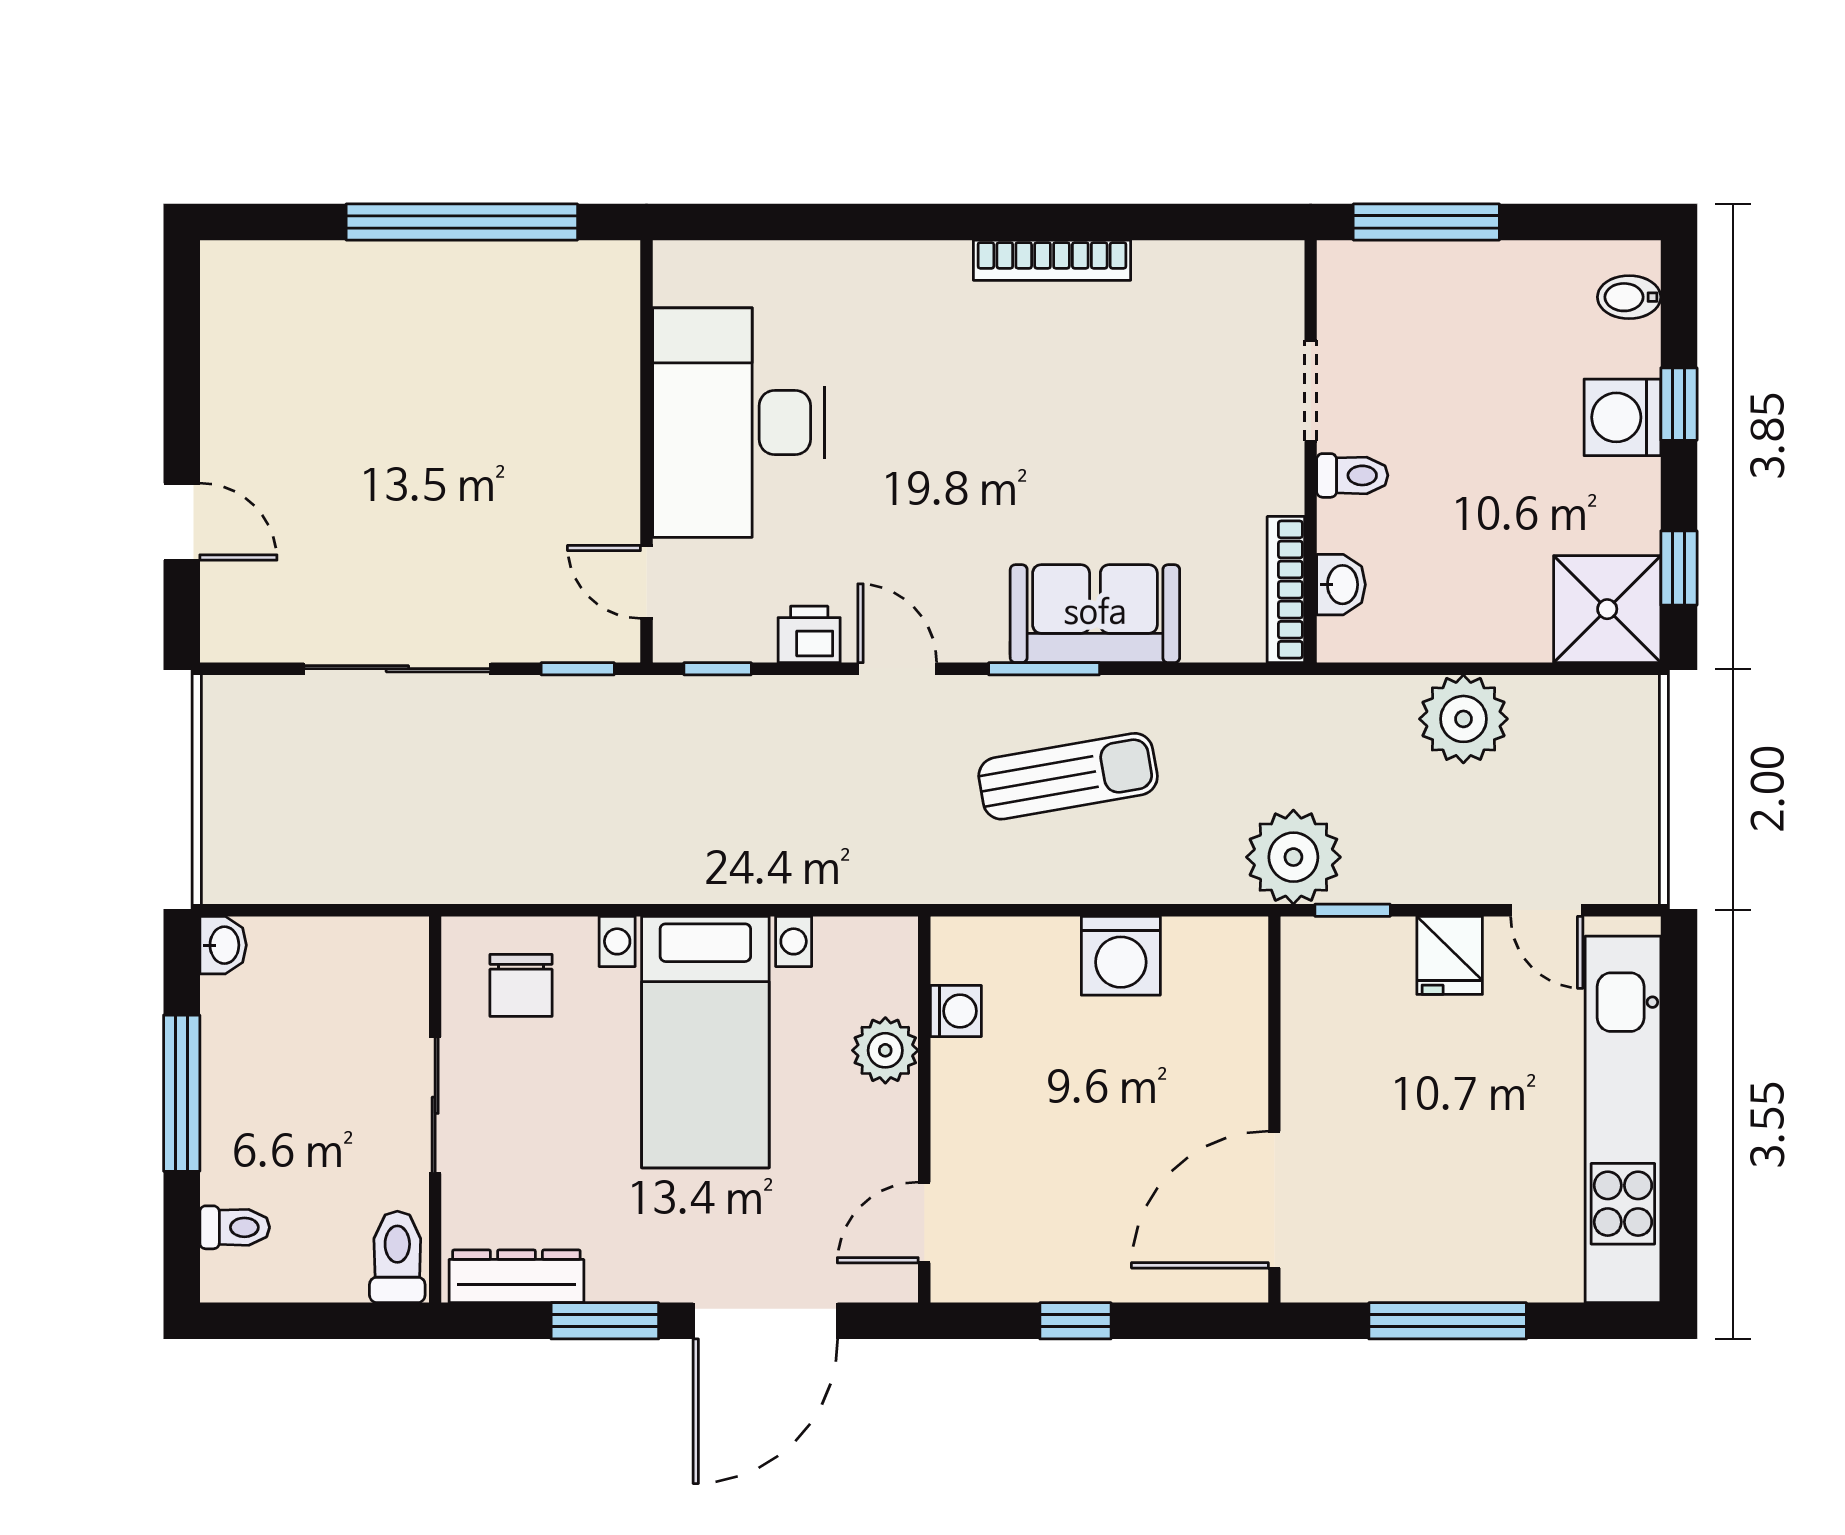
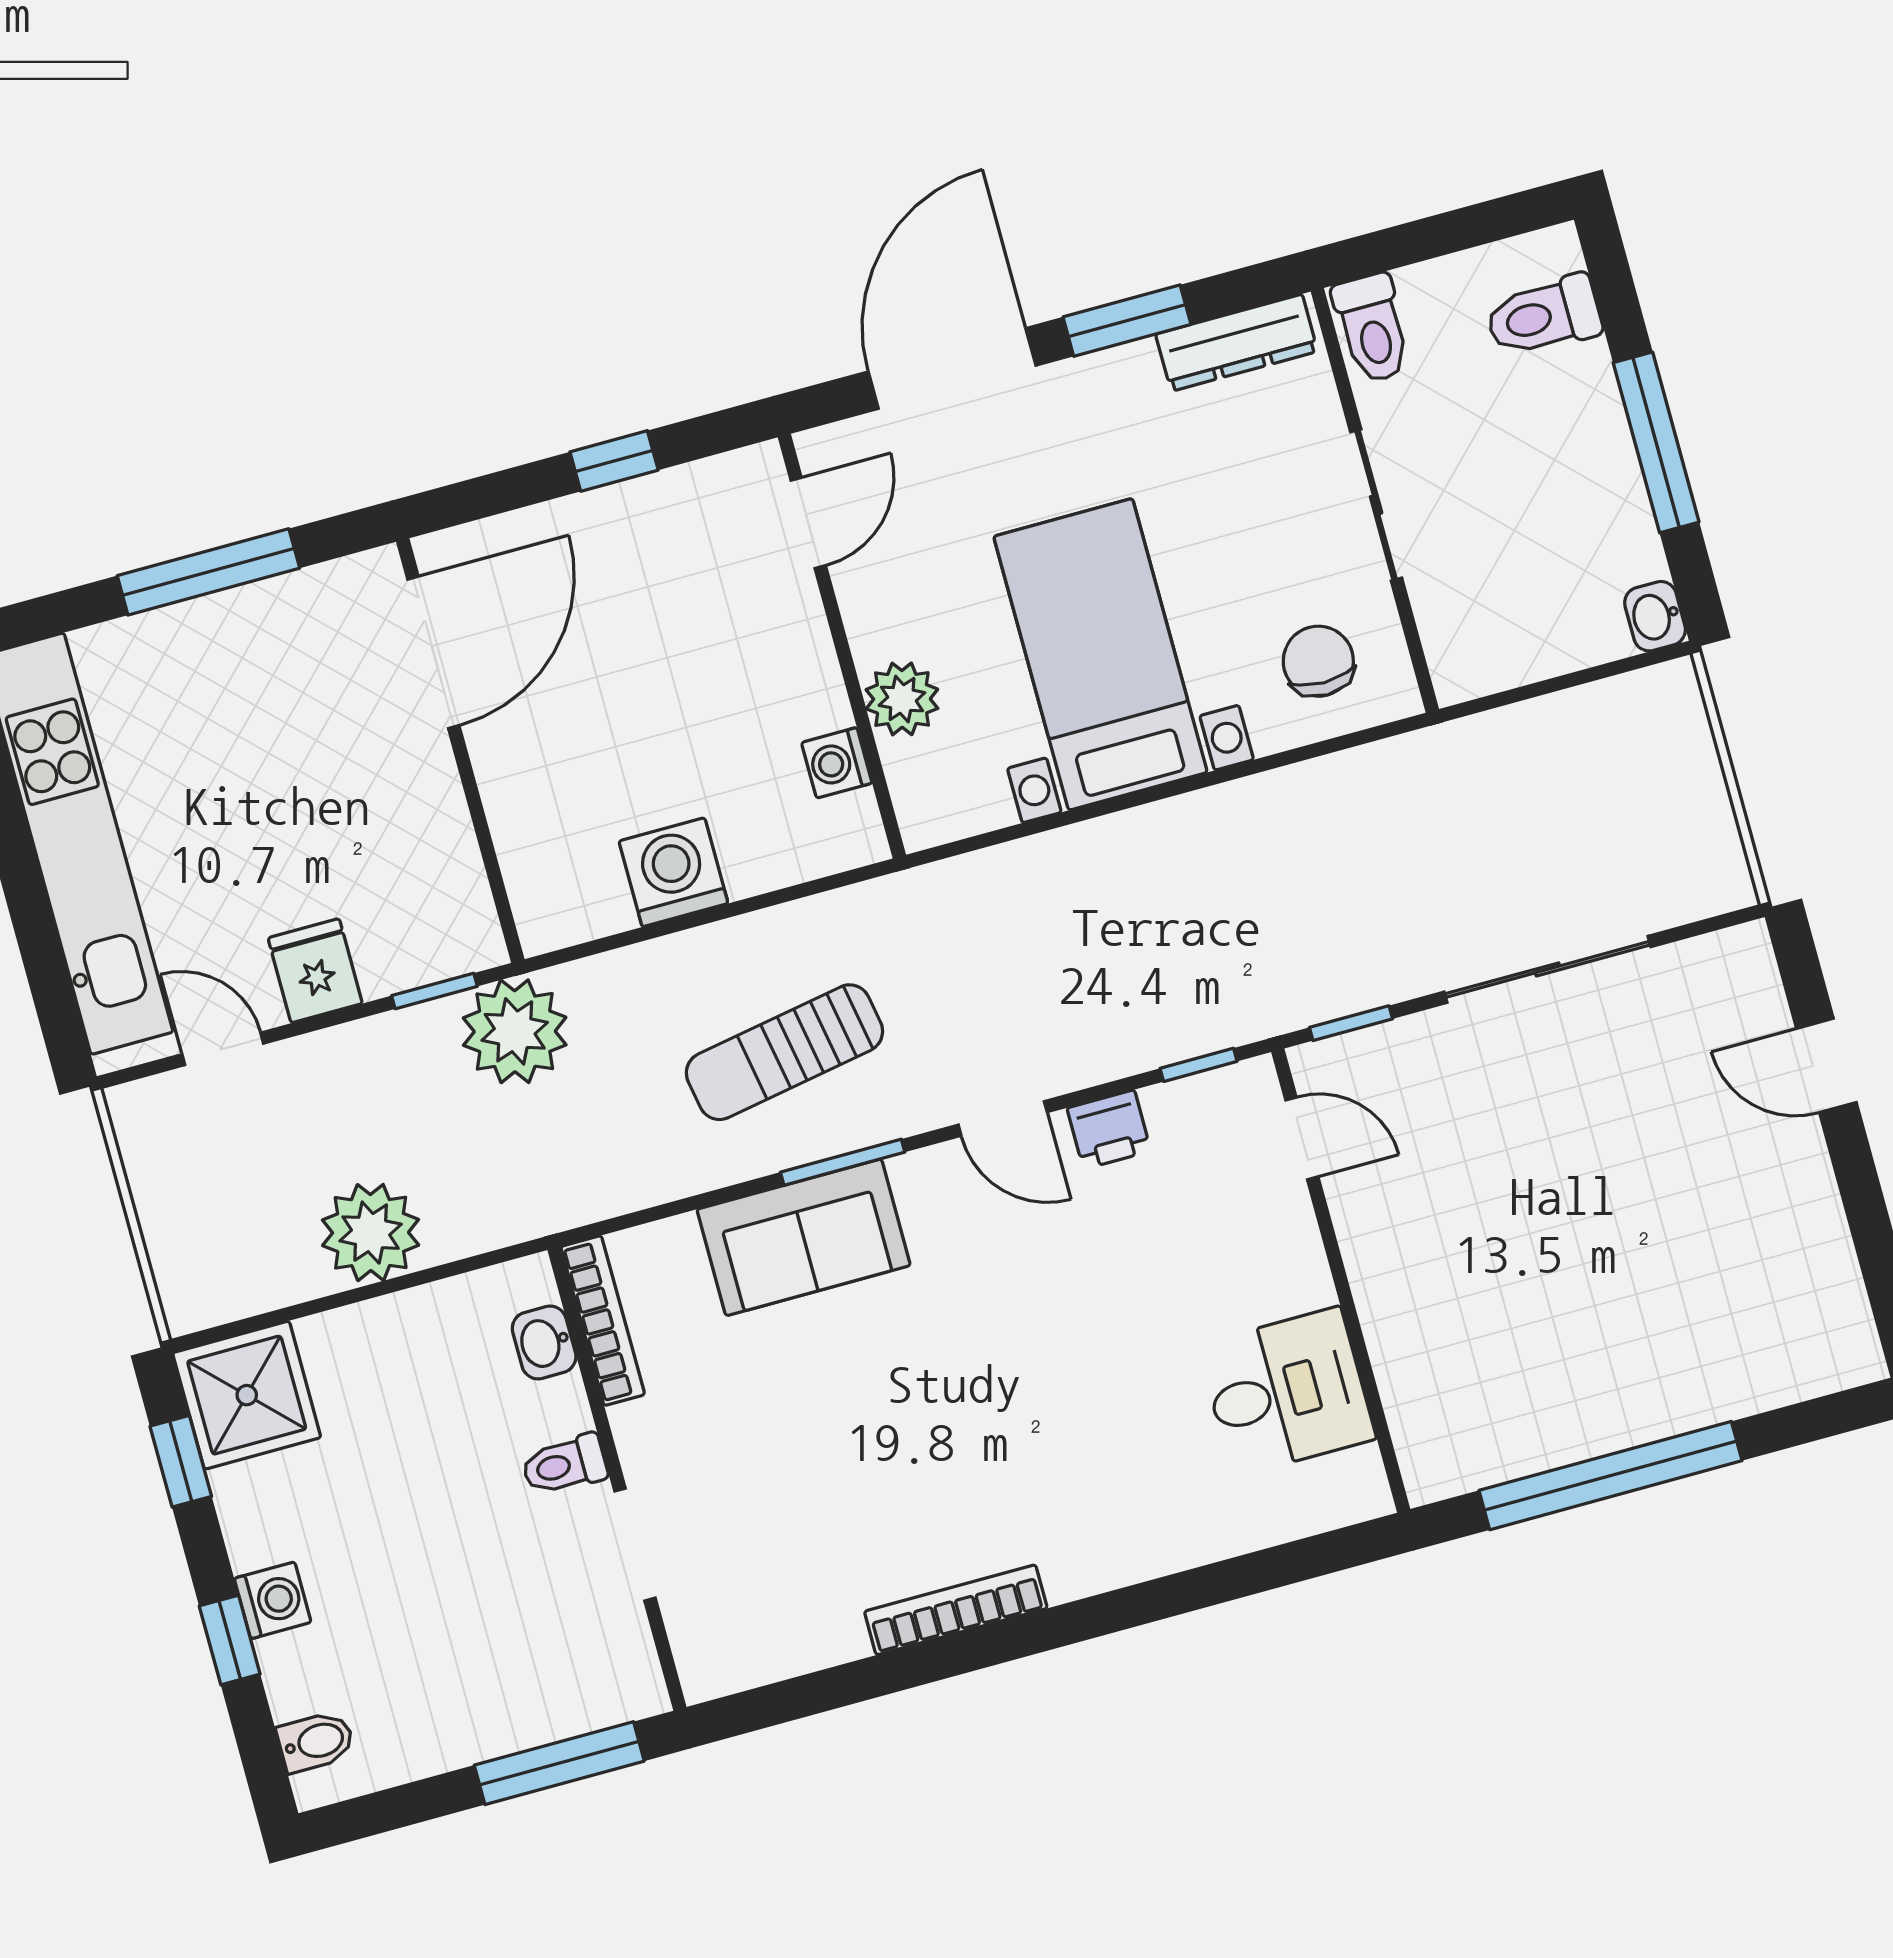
washing machine: (1622, 417) -> (273, 1600), width x0.73, depth x0.73
desk: (738, 423) -> (1287, 1392), width x0.53, depth x0.77
toilet: (235, 1227) -> (1544, 316), width x1.37, depth x1.39

